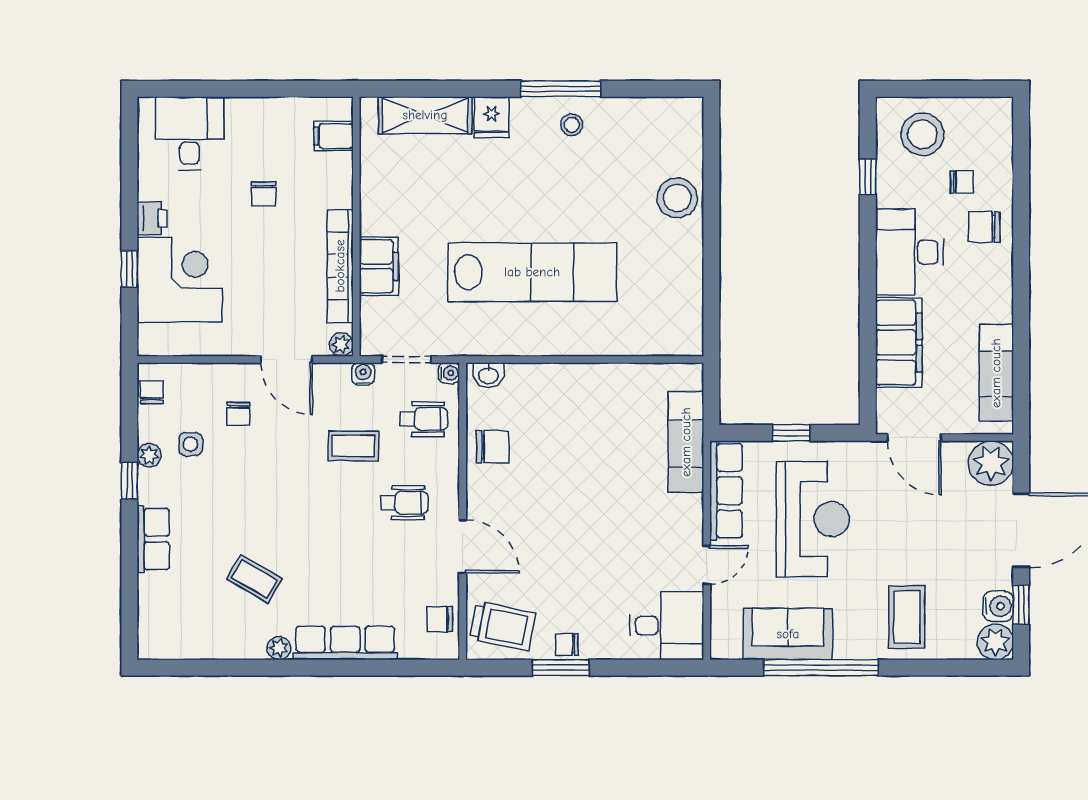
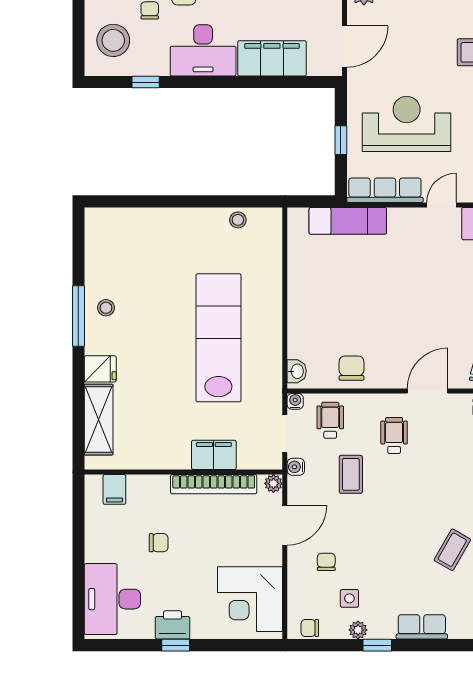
desk: (190, 133) -> (112, 599), width x1.37
stool: (677, 198) -> (238, 220), moved, width x0.53, depth x0.53
printer: (152, 218) -> (173, 625), width x1.36, depth x1.24
window: (129, 269) -> (176, 645), moved
corner desk: (180, 280) -> (250, 599), moved, turned -90
chair: (238, 414) -> (326, 562), turned -90
door: (707, 565) -> (442, 205), hinge flipped

